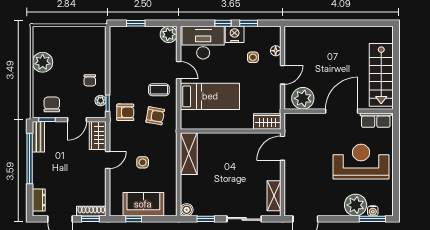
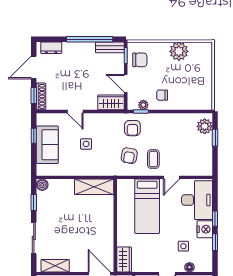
plant: (169, 34) -> (205, 126), moved
door: (108, 160) -> (75, 112), moved

